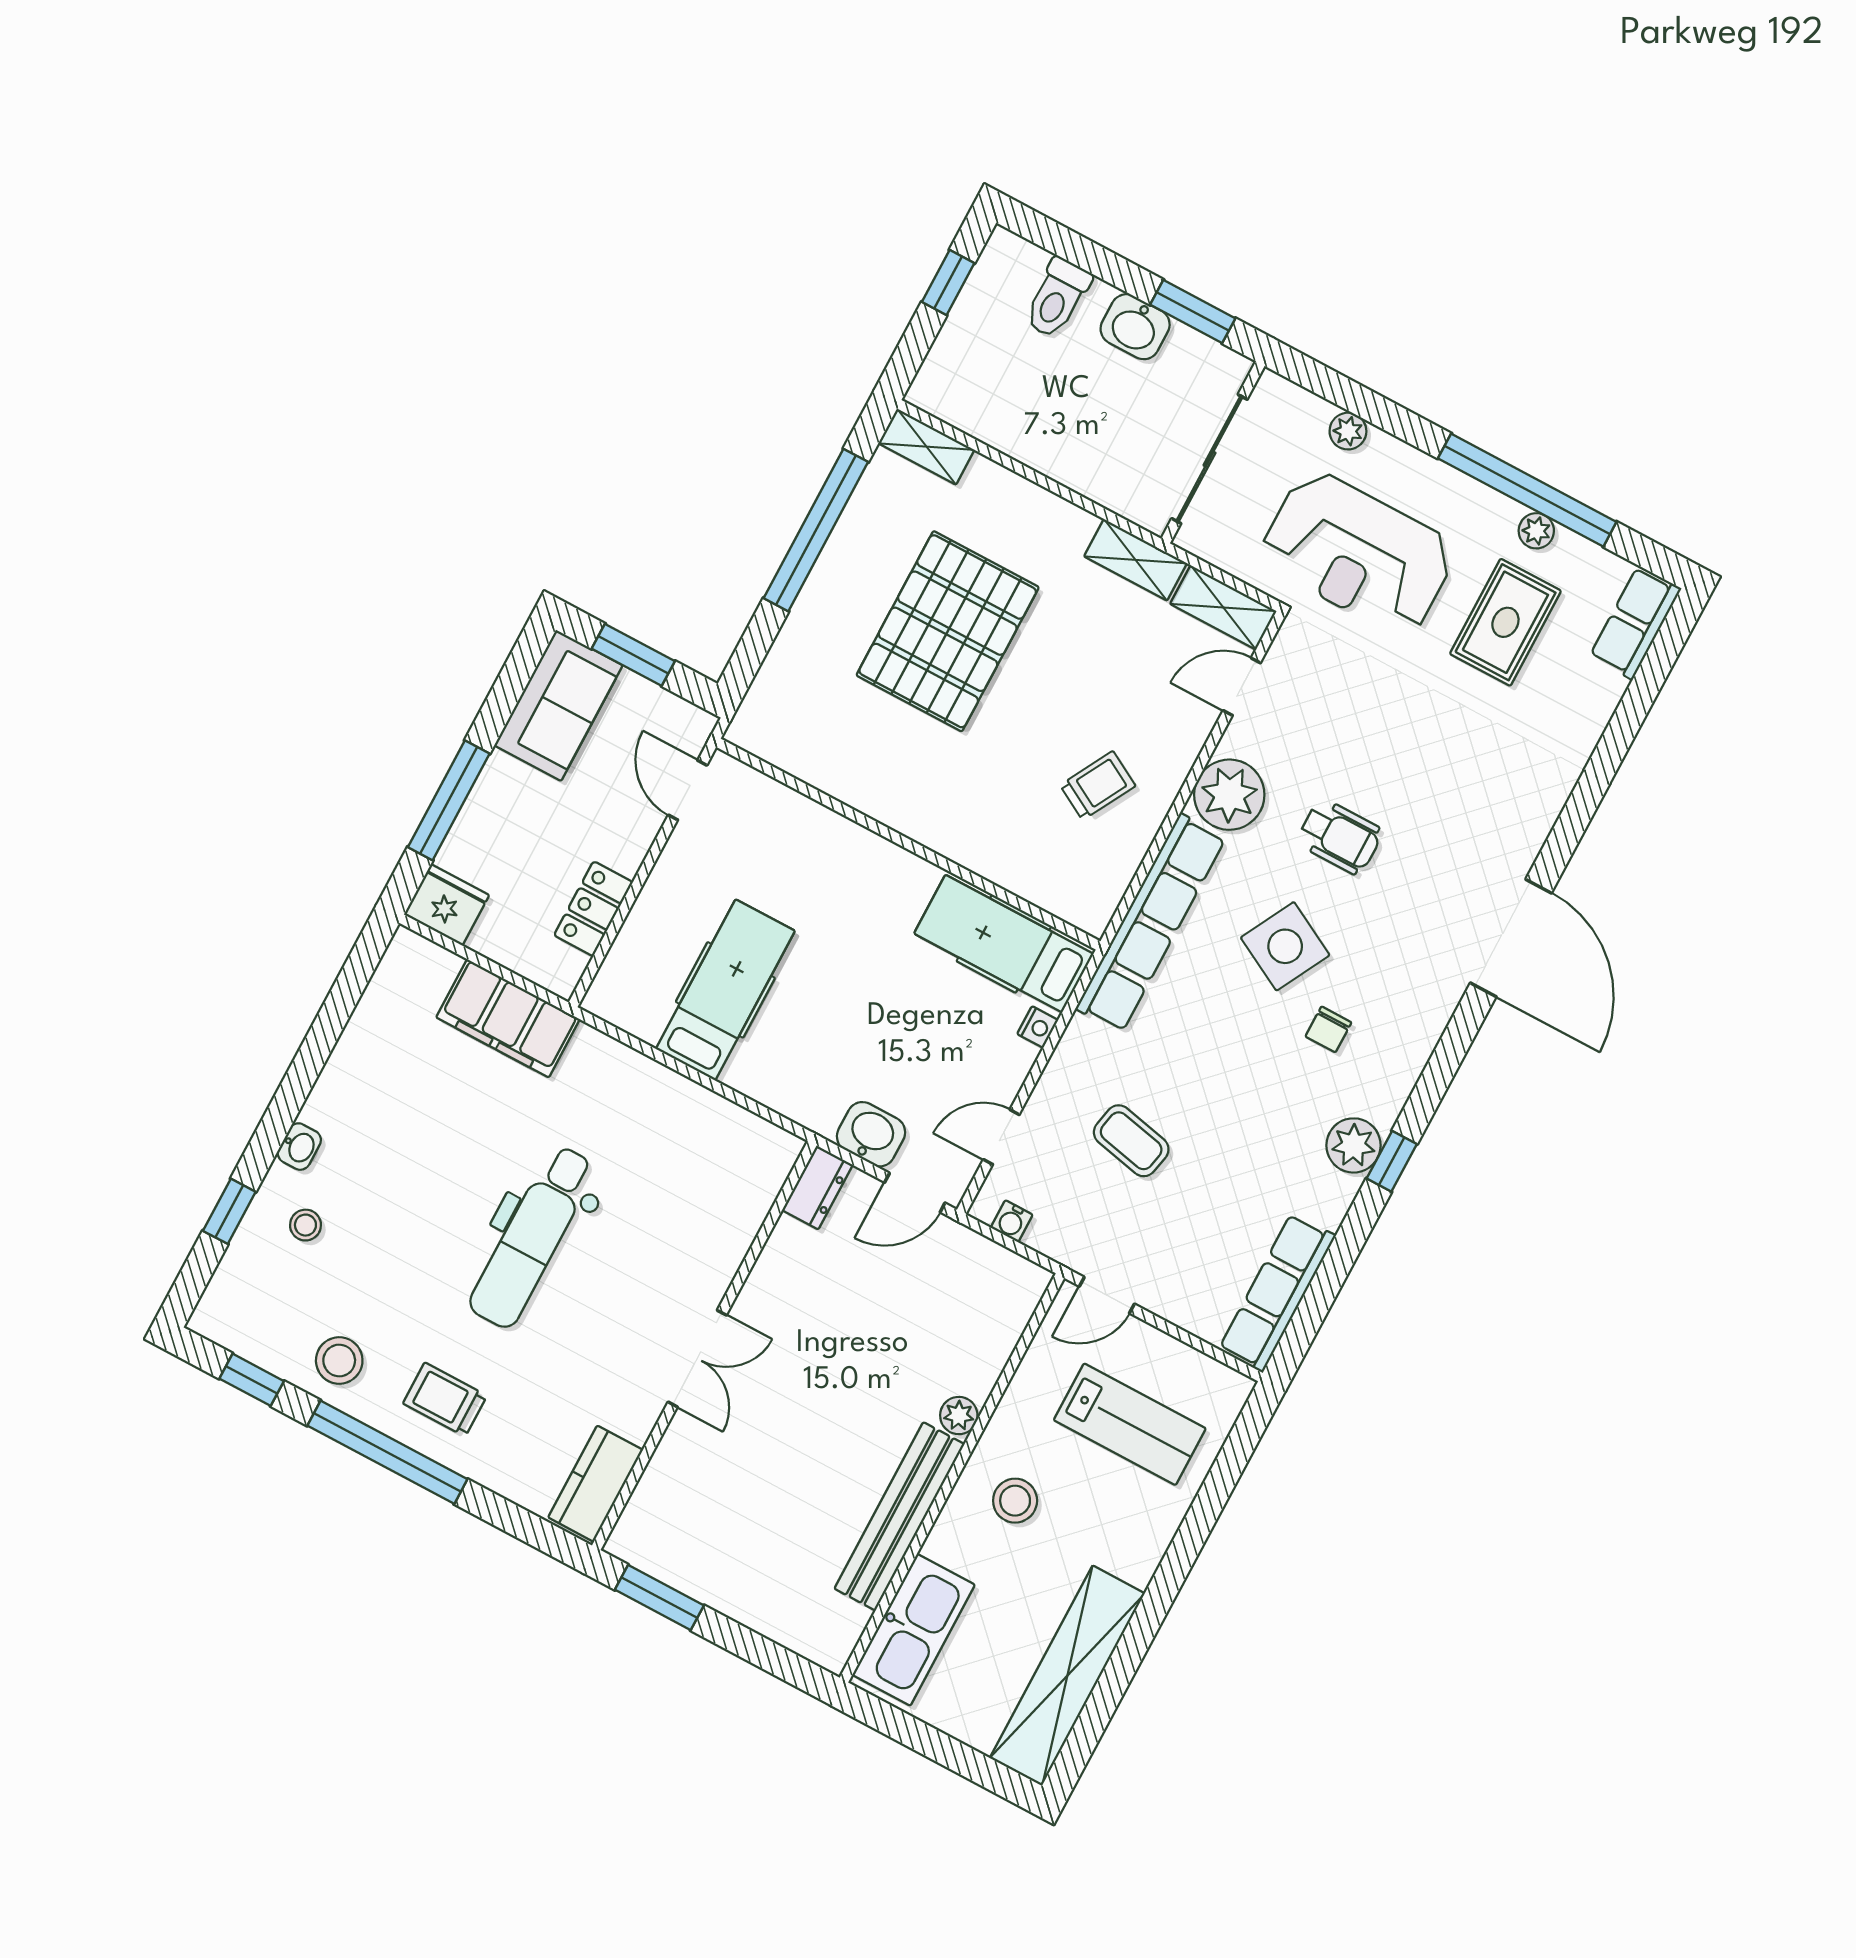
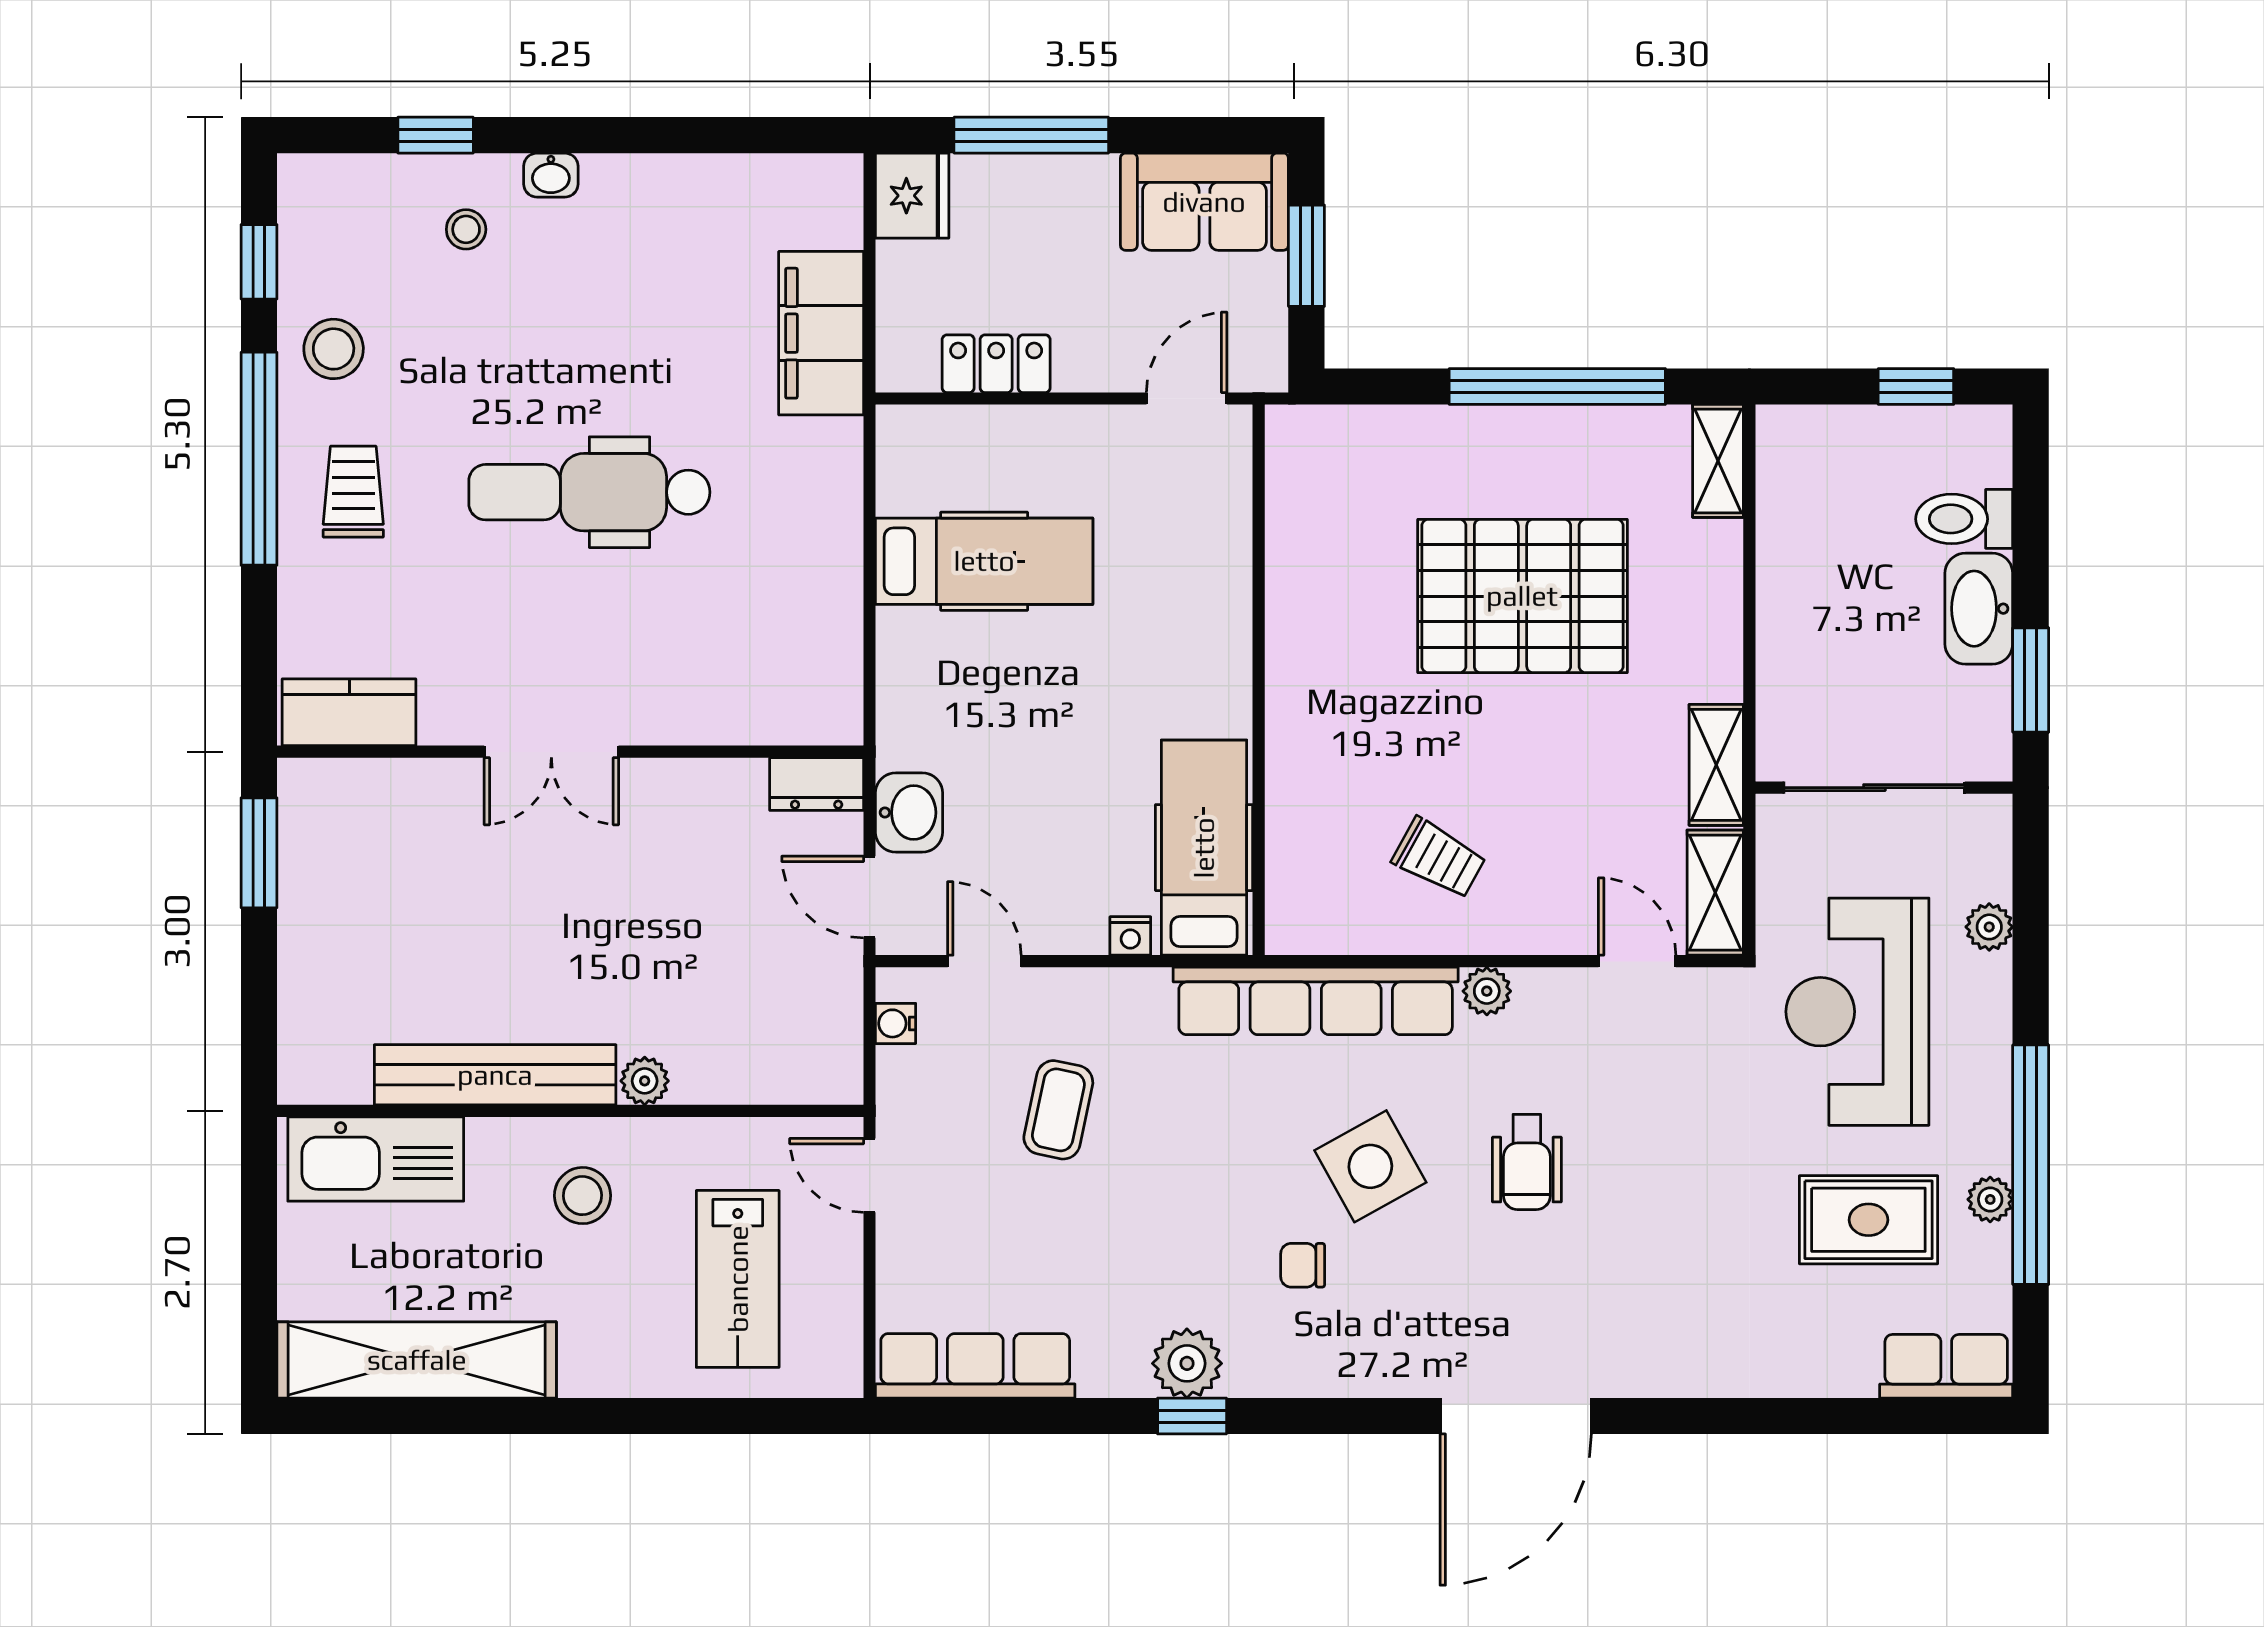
washbasin: (1135, 327) -> (1979, 609), width x1.38
plant: (1229, 795) -> (1487, 991), width x0.53, depth x0.53
side table: (1285, 946) -> (1370, 1166), turned 33

